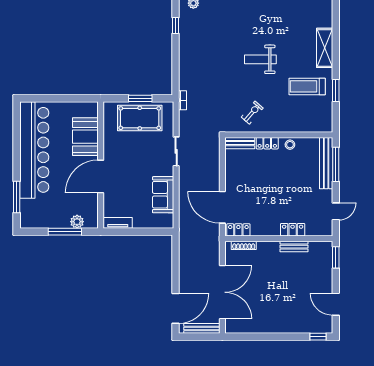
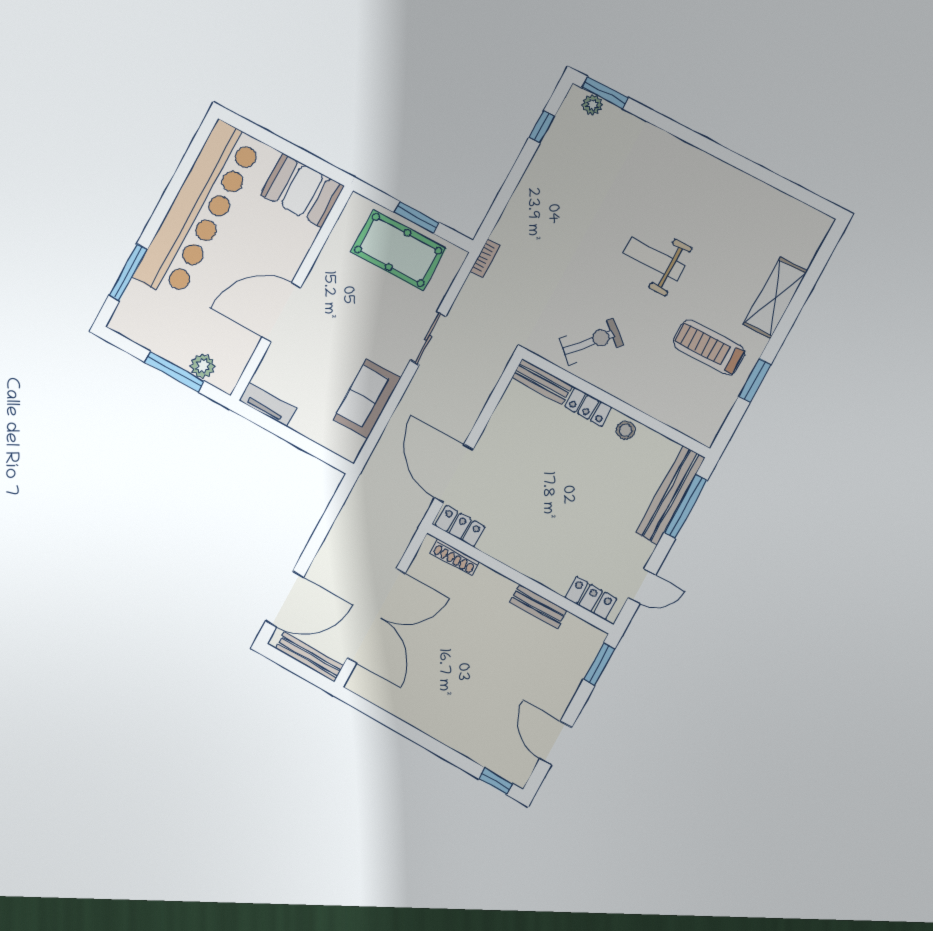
exercise bike: (252, 113) -> (591, 342), width x1.38, depth x1.39
booth: (85, 137) -> (302, 190), moved, turned 90
locker: (293, 230) -> (591, 598), moved

